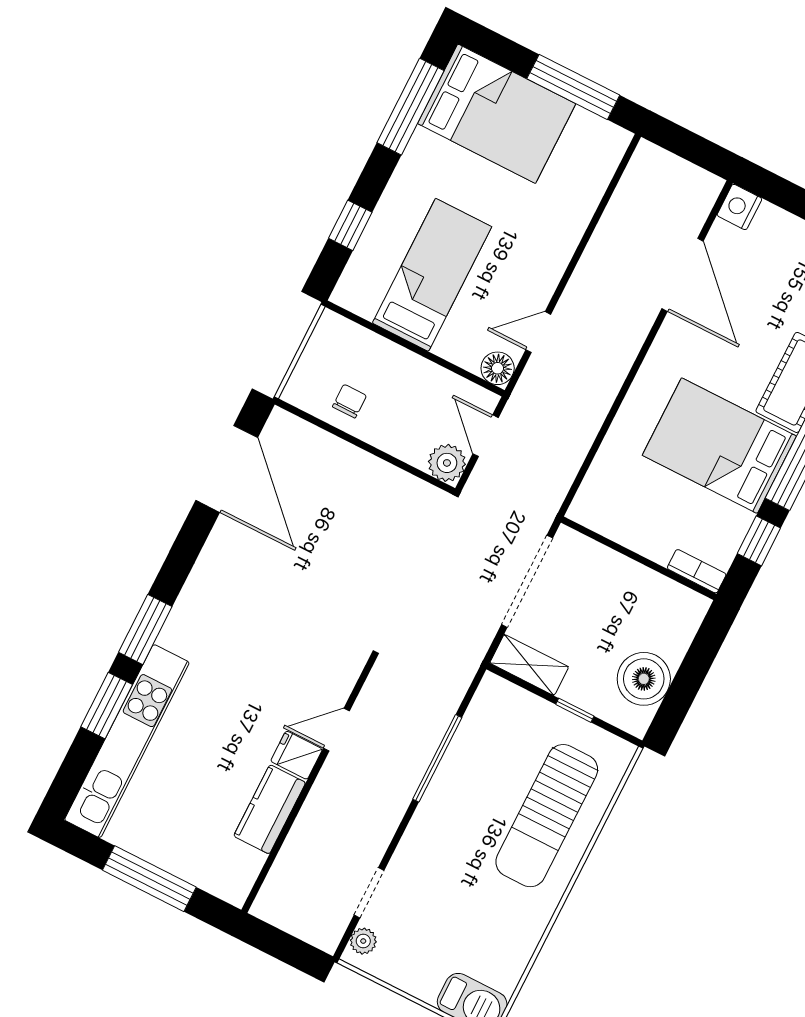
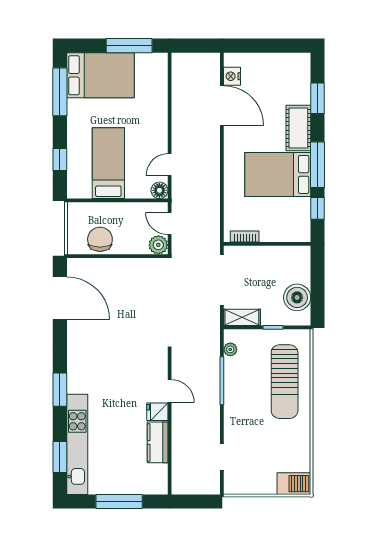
nightstand: (739, 207) -> (232, 76), moved
chair: (349, 401) -> (100, 239), width x1.87, depth x1.87
bookcase: (697, 571) -> (245, 237), moved
window: (107, 706) -> (60, 457), moved
door: (337, 730) -> (170, 391), swing flipped
plant: (363, 941) -> (230, 349), moved

